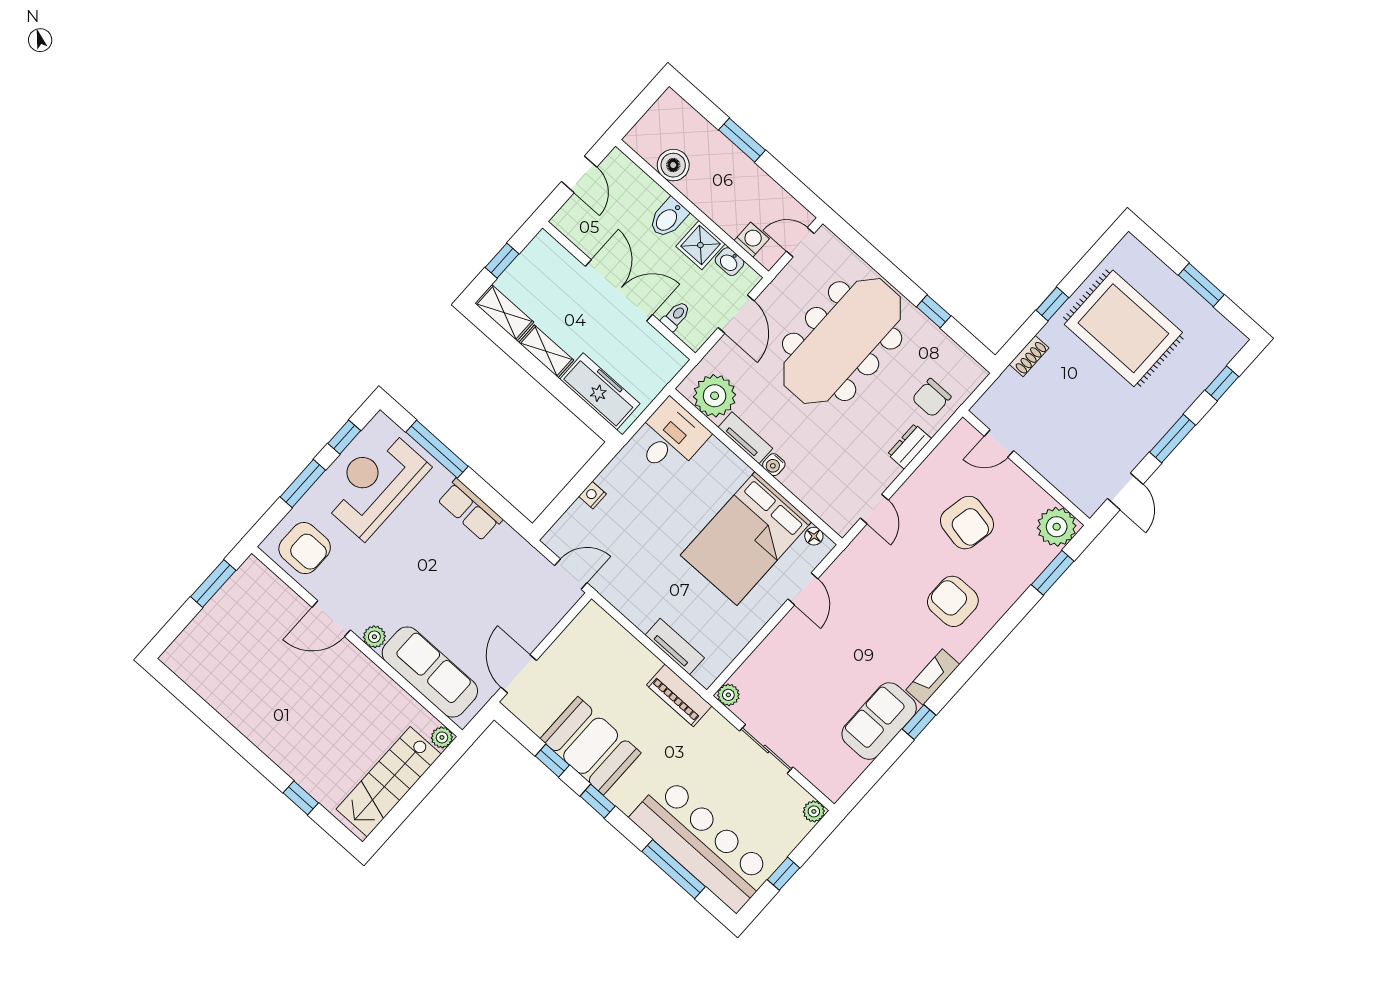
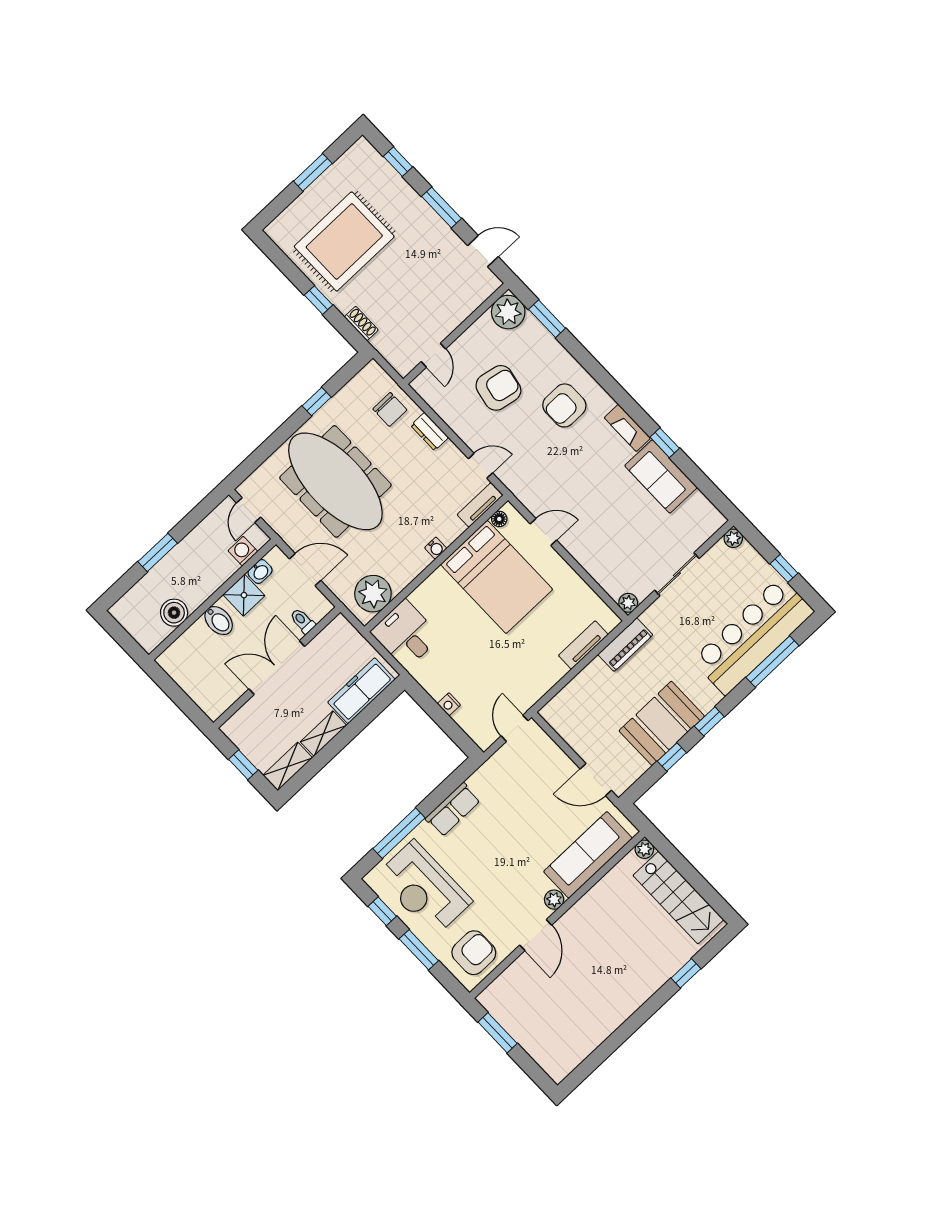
door: (579, 174) -> (175, 693), removed
tv unit: (745, 438) -> (480, 505), moved

